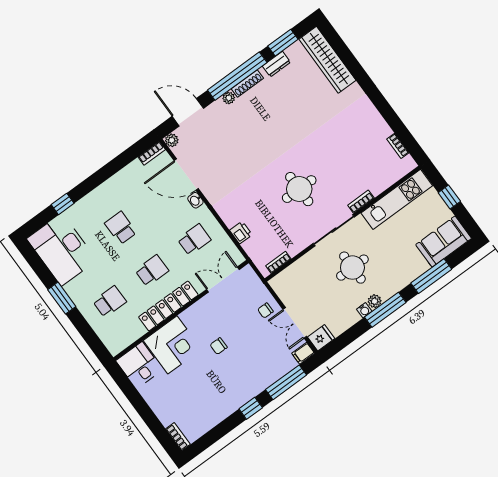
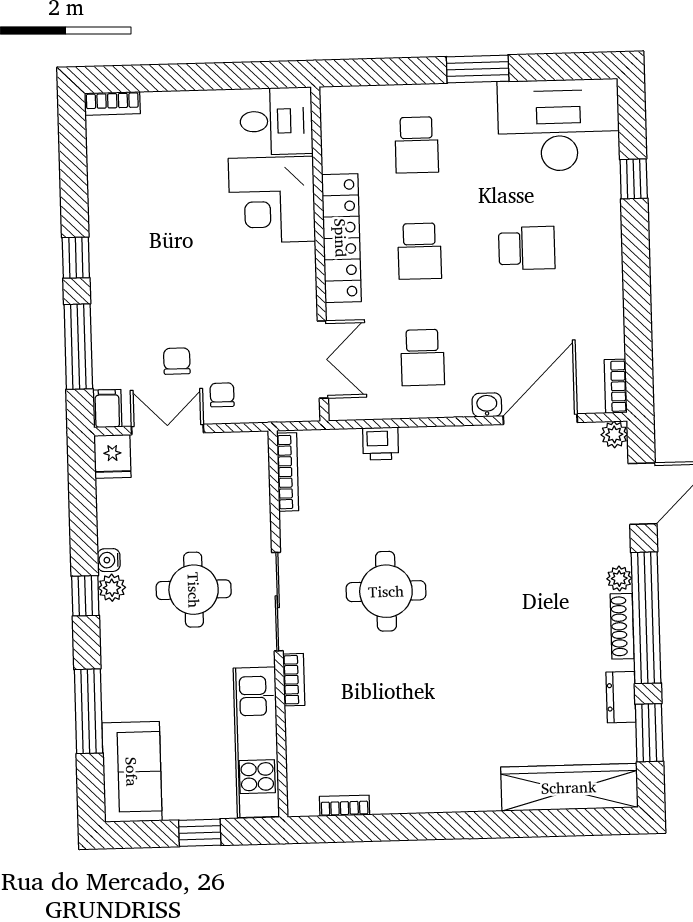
bookcase: (278, 262) -> (288, 472), width x1.56
window: (385, 310) -> (85, 596), width x0.46
chair: (219, 346) -> (177, 361), moved

